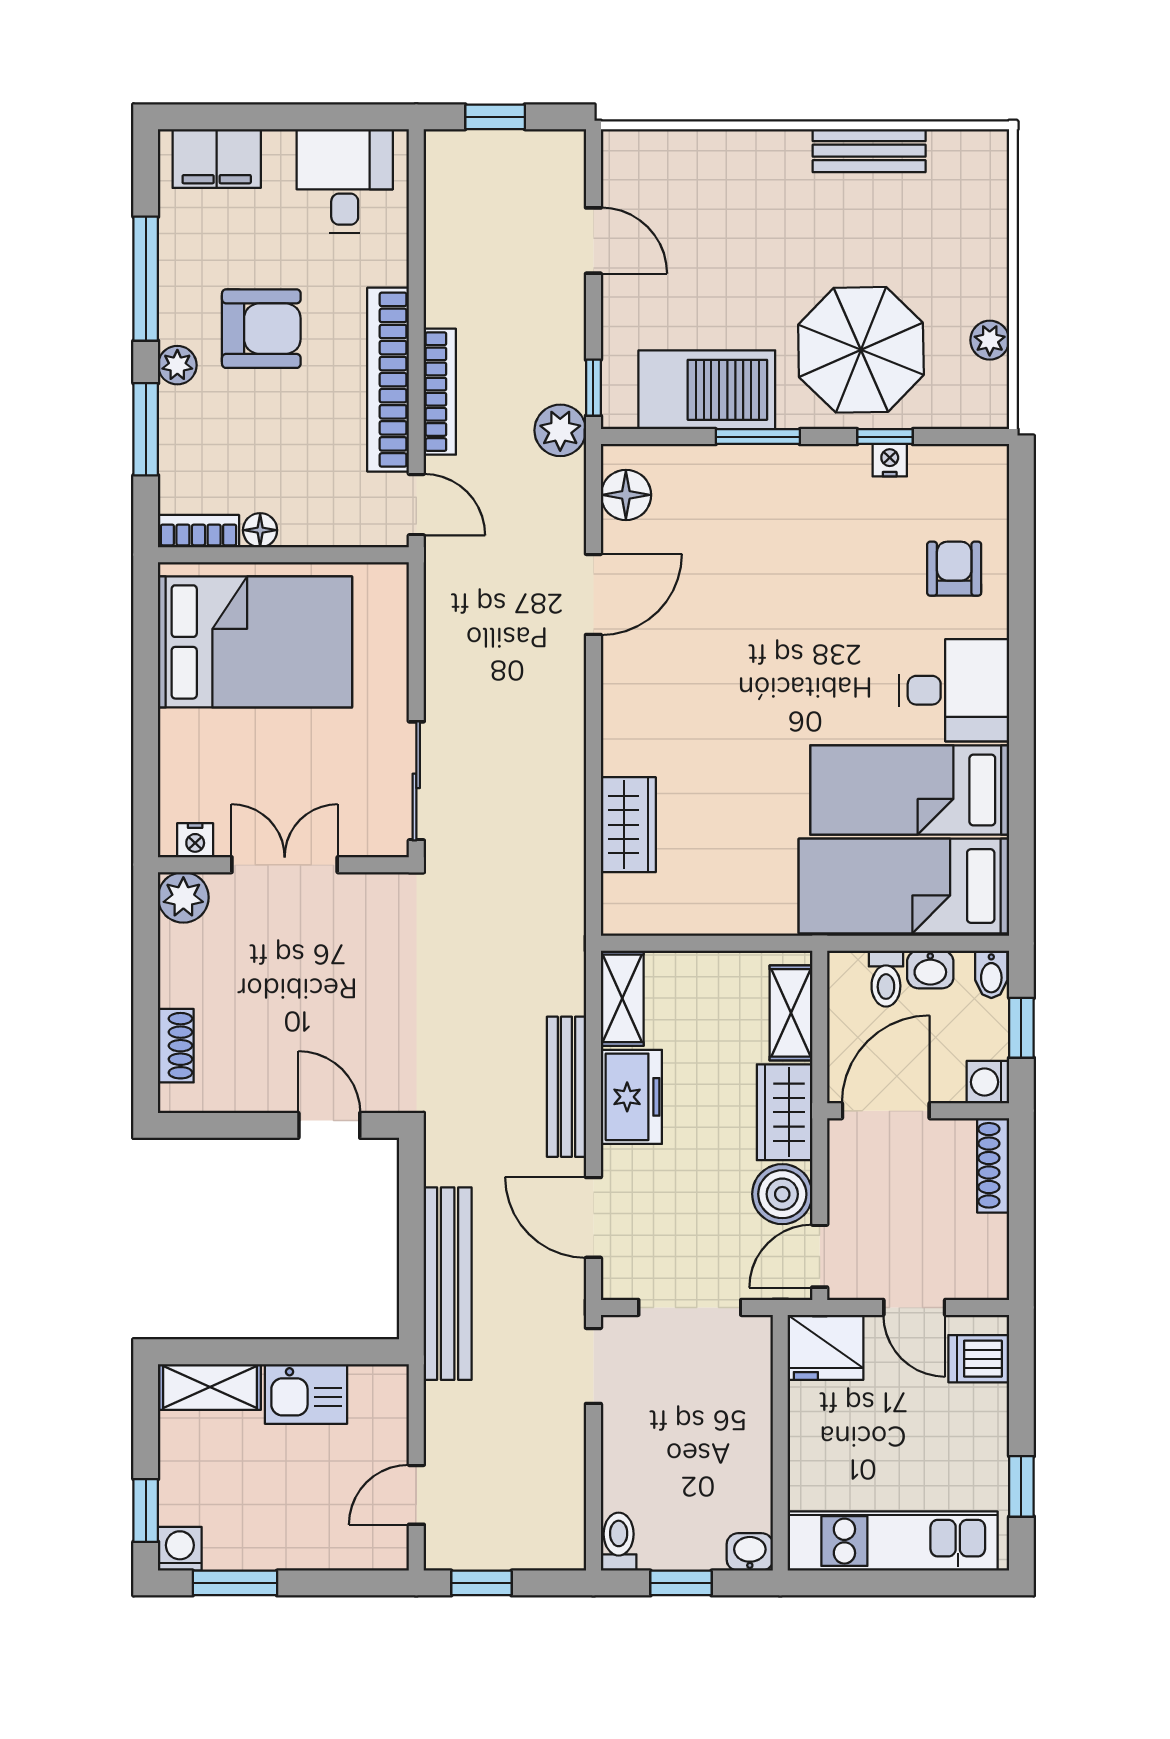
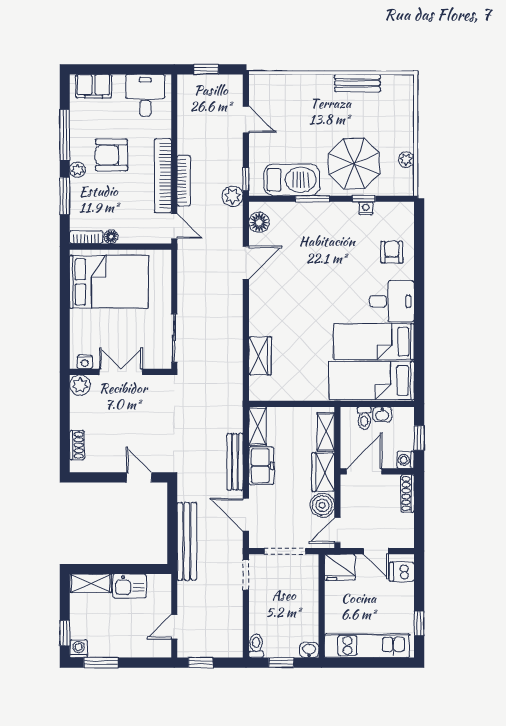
armchair: (261, 329) -> (112, 155), turned 180
bidet: (991, 974) -> (407, 416), removed

